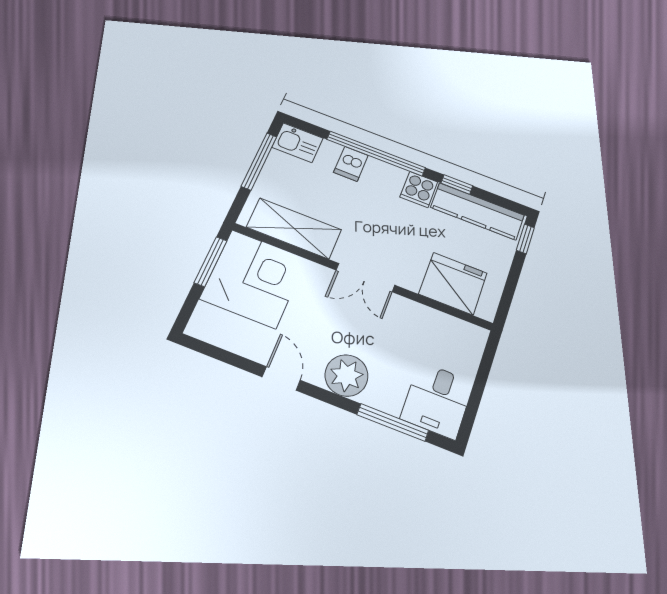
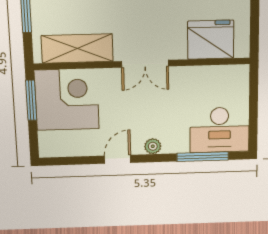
plant: (347, 375) -> (153, 146), width x0.53, depth x0.53
door: (281, 378) -> (118, 159), hinge flipped
desk: (437, 400) -> (220, 130), width x1.37

